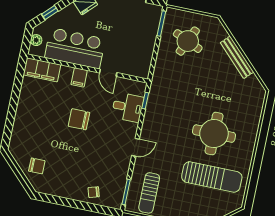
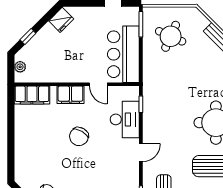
bar counter: (75, 48) -> (123, 54), moved, turned -90
filing cabinet: (79, 77) -> (70, 95), width x2.00
desk: (128, 107) -> (125, 119), width x1.37
chair: (79, 119) -> (79, 137), turned -60

